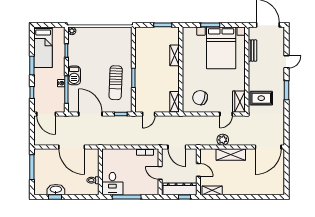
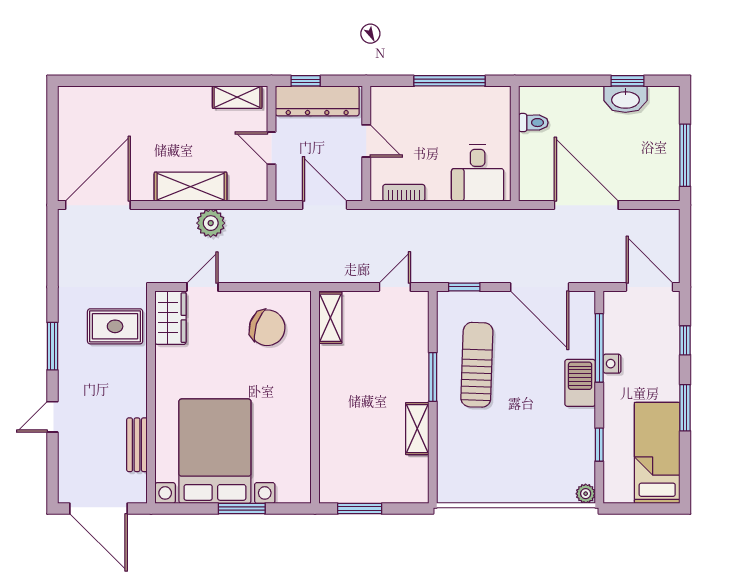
shelving: (175, 55) -> (417, 429), moved
desk: (112, 184) -> (478, 173), moved, turned 180

